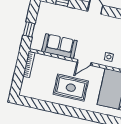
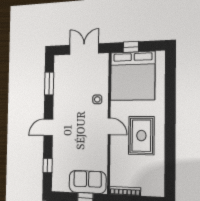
sofa: (59, 46) -> (88, 182), moved, turned 90

